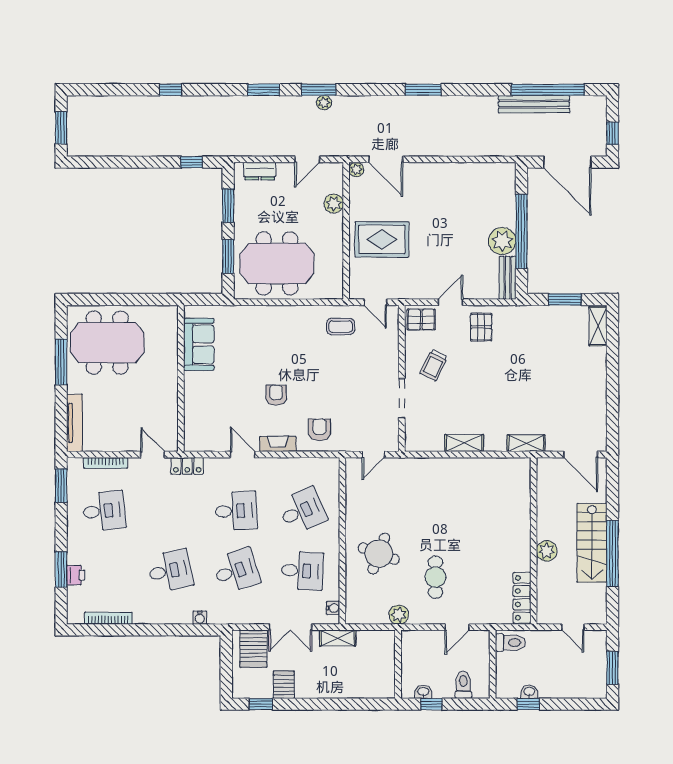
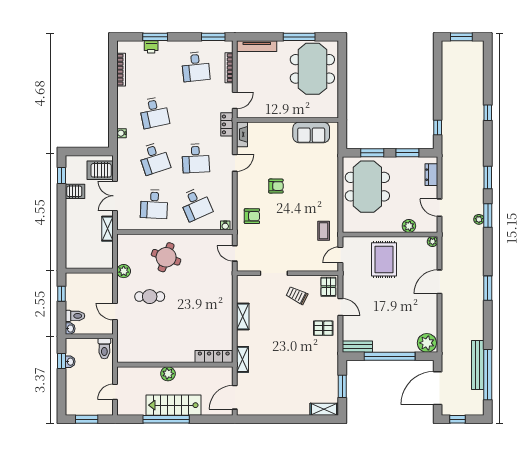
door: (386, 159) -> (440, 282), moved
plant: (502, 241) -> (427, 343), moved
fireplace: (278, 444) -> (242, 134), moved
locker: (522, 598) -> (214, 357), moved
water cooler: (333, 608) -> (225, 225), moved
washbasin: (423, 692) -> (70, 329), moved

